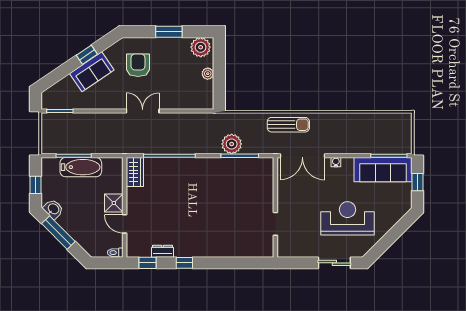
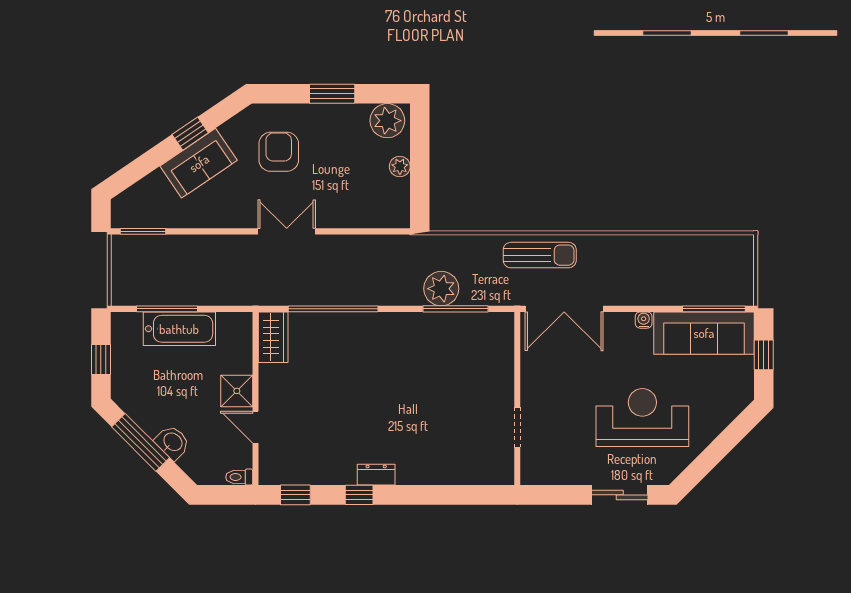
water cooler: (336, 162) -> (644, 320), moved
washbasin: (53, 209) -> (172, 442), moved
dresser: (162, 251) -> (376, 475), moved

